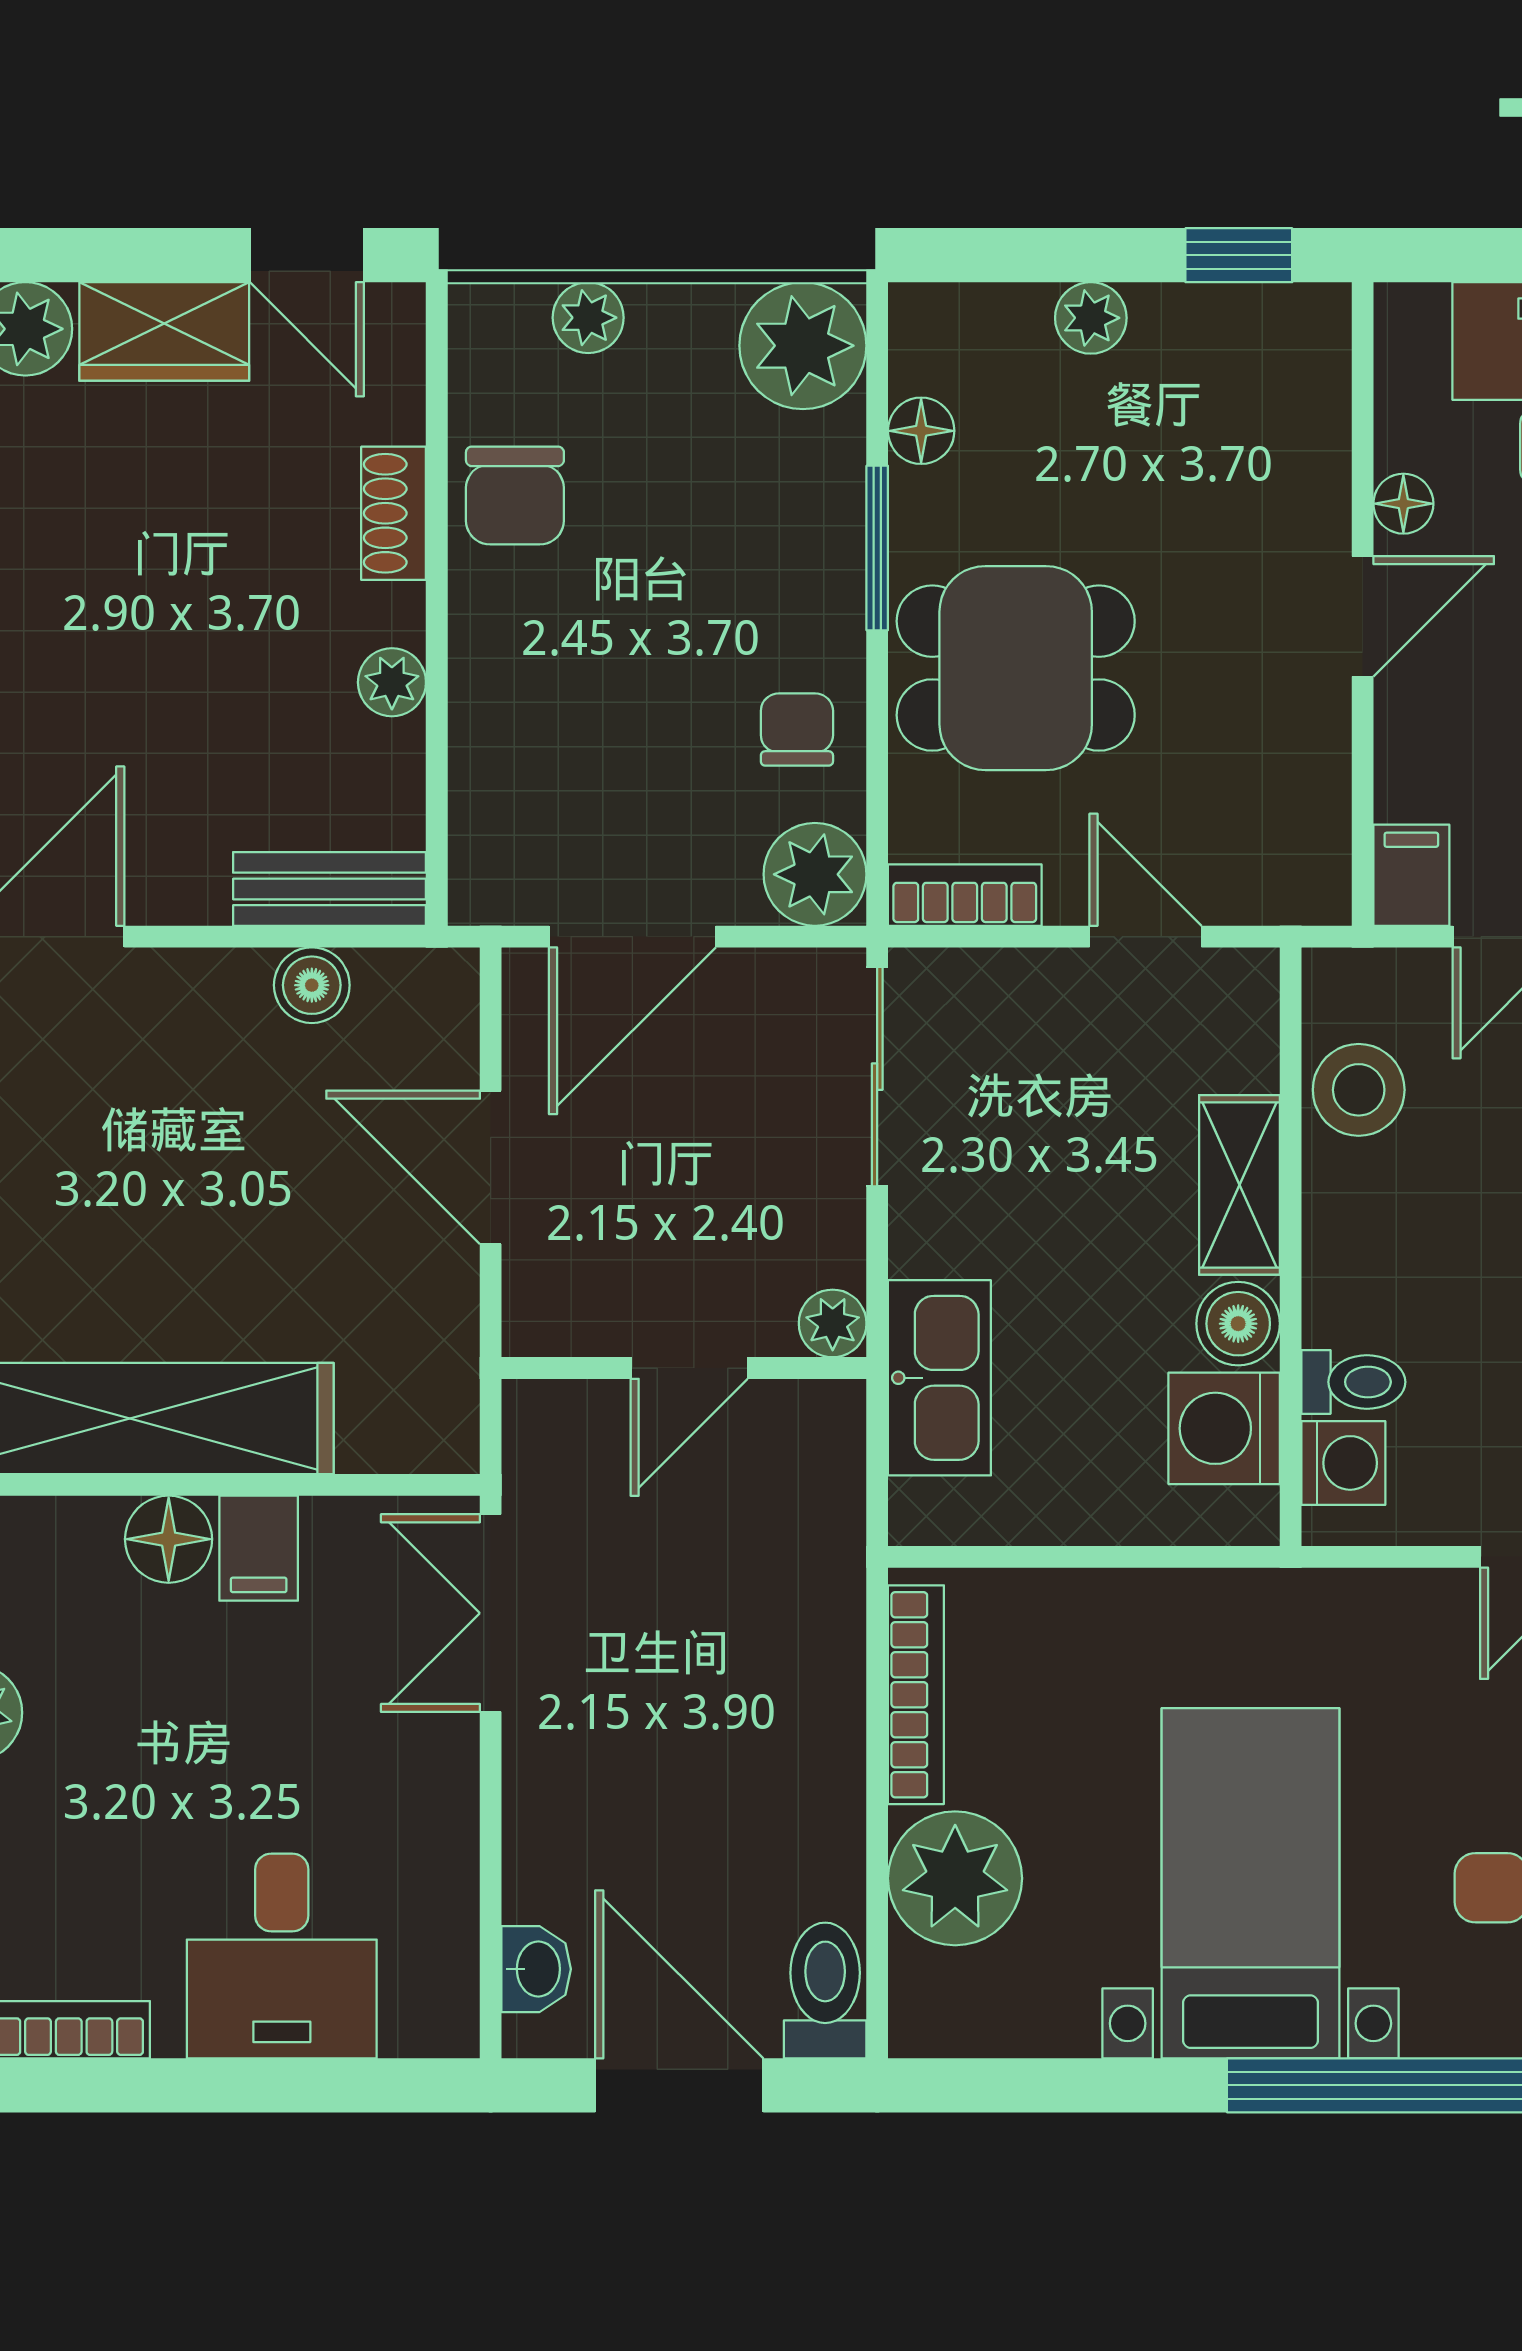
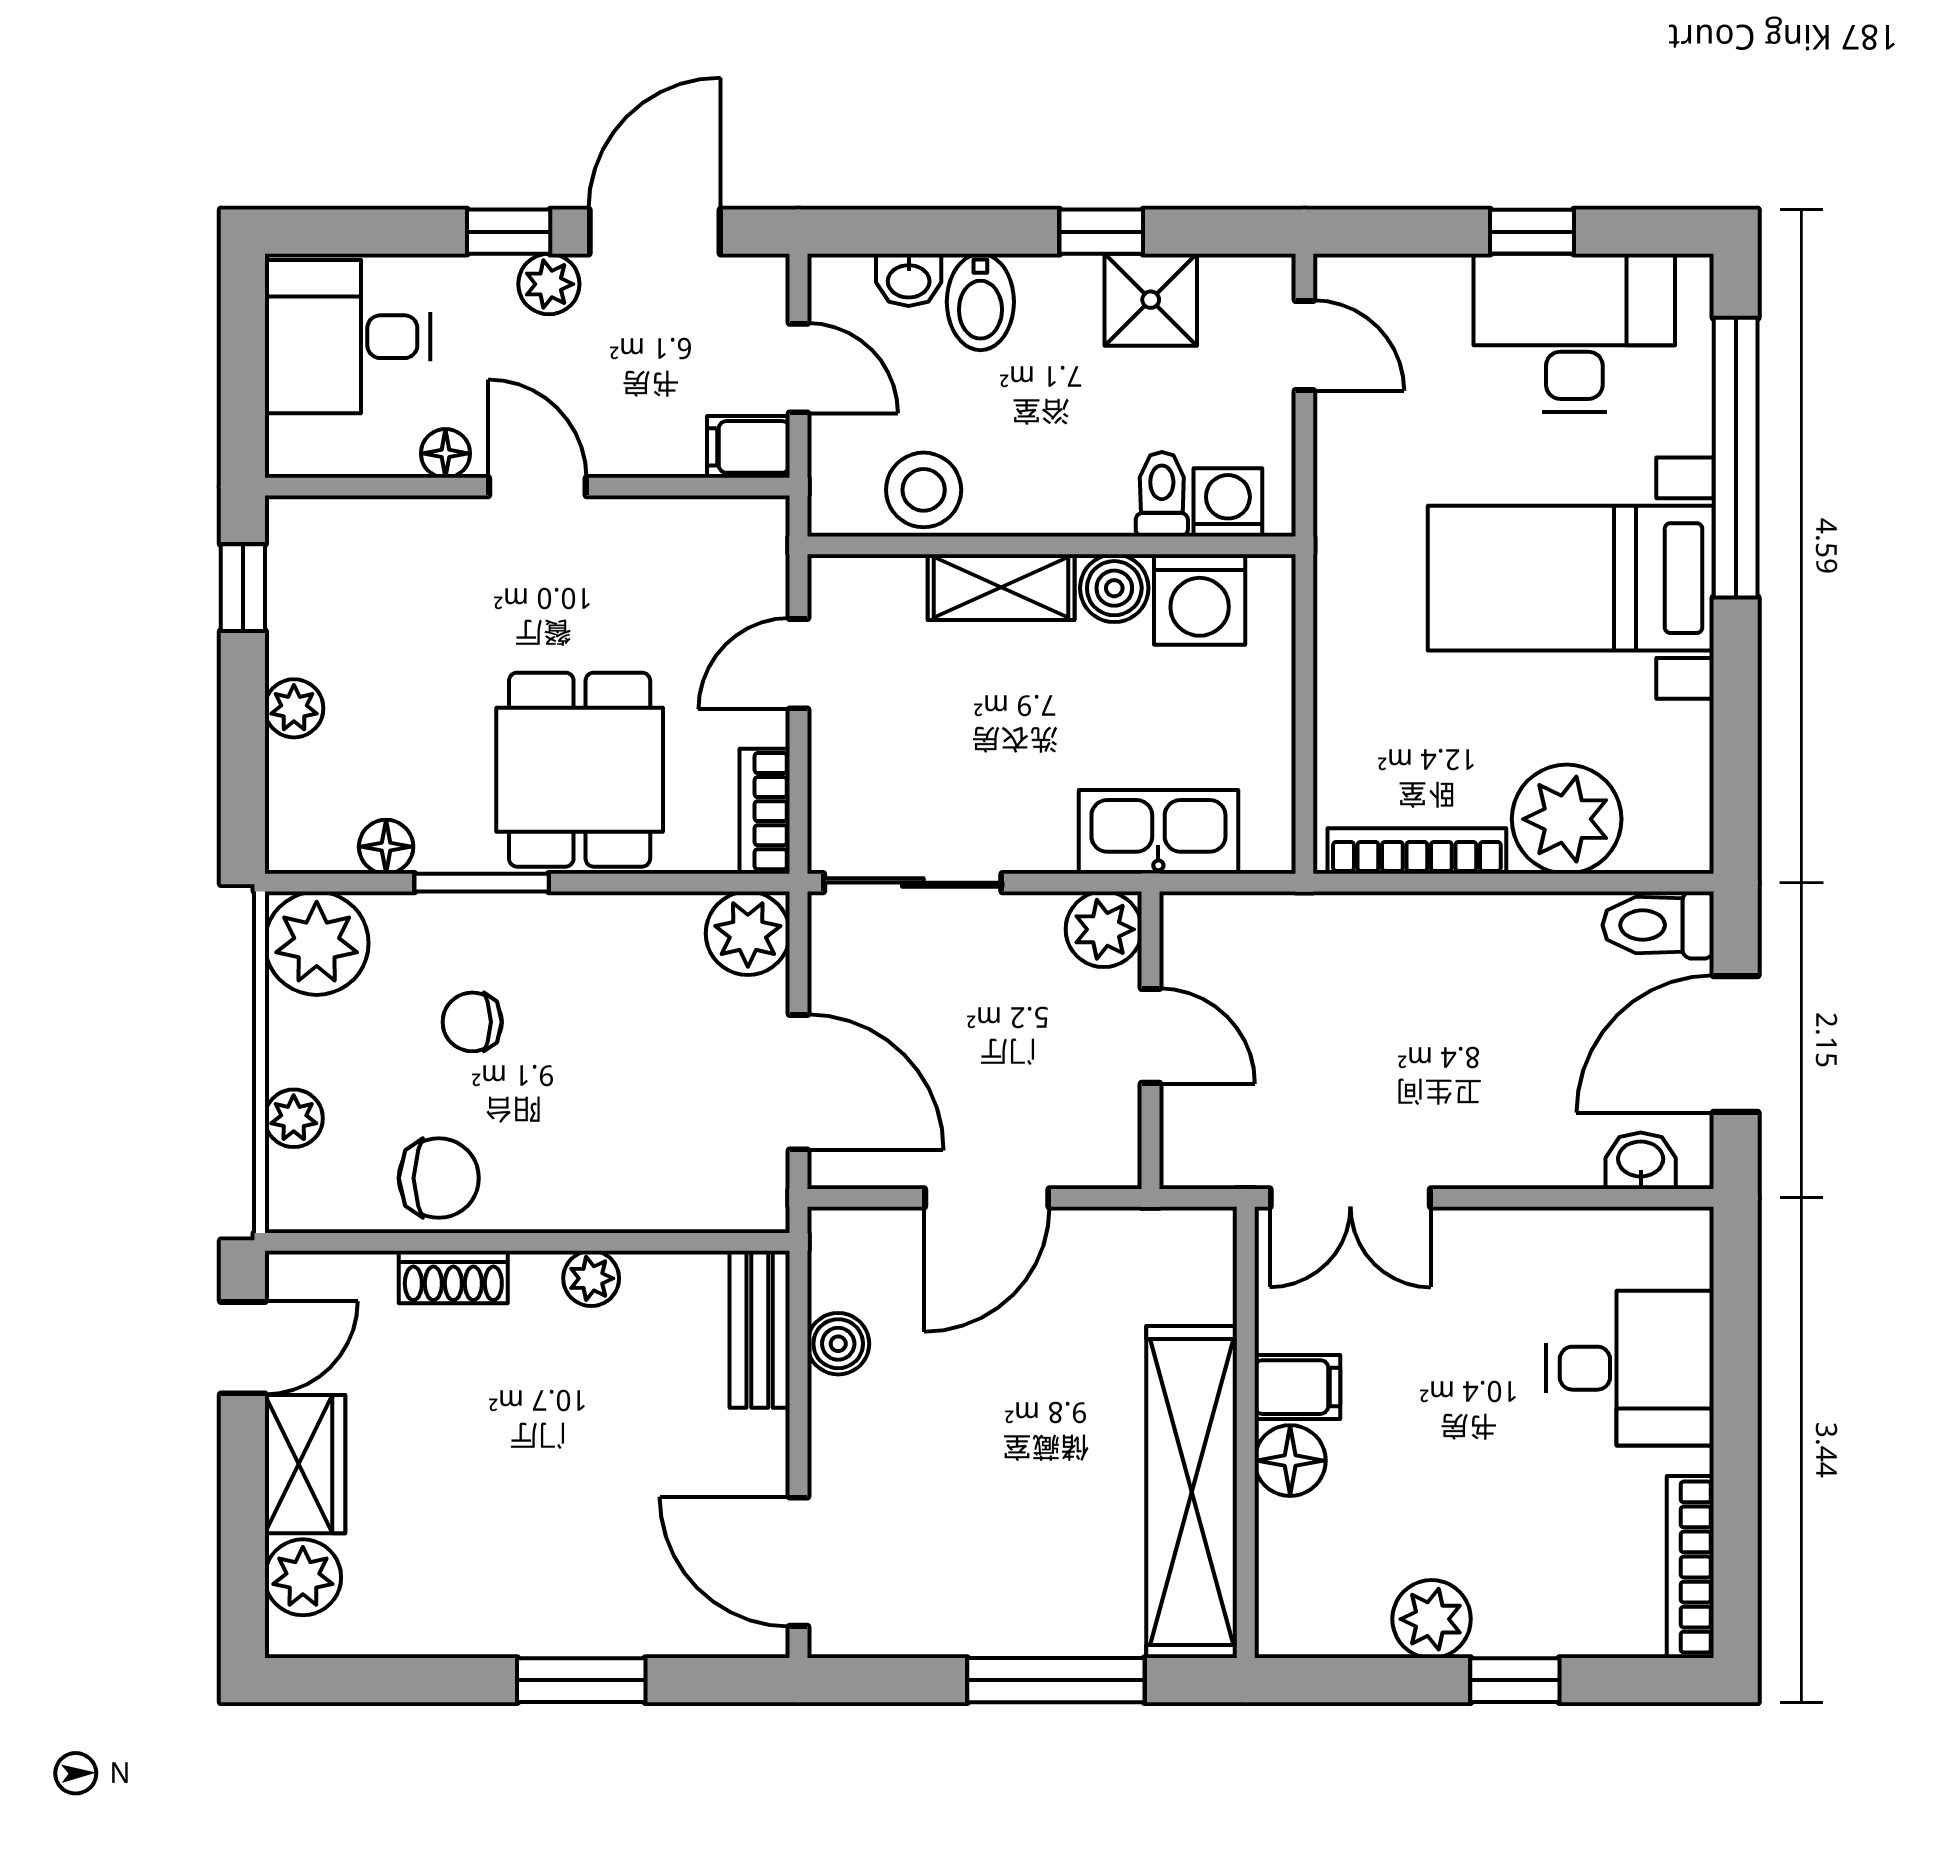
chair: (797, 730) -> (472, 1022), moved
plant: (833, 1323) -> (1104, 929), width x1.38, depth x1.38

